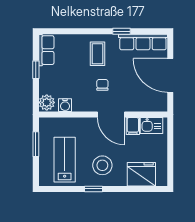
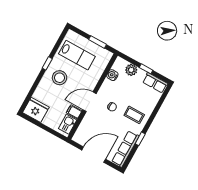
plant: (47, 102) -> (131, 70), moved
fridge: (141, 174) -> (36, 110), moved, turned -90

